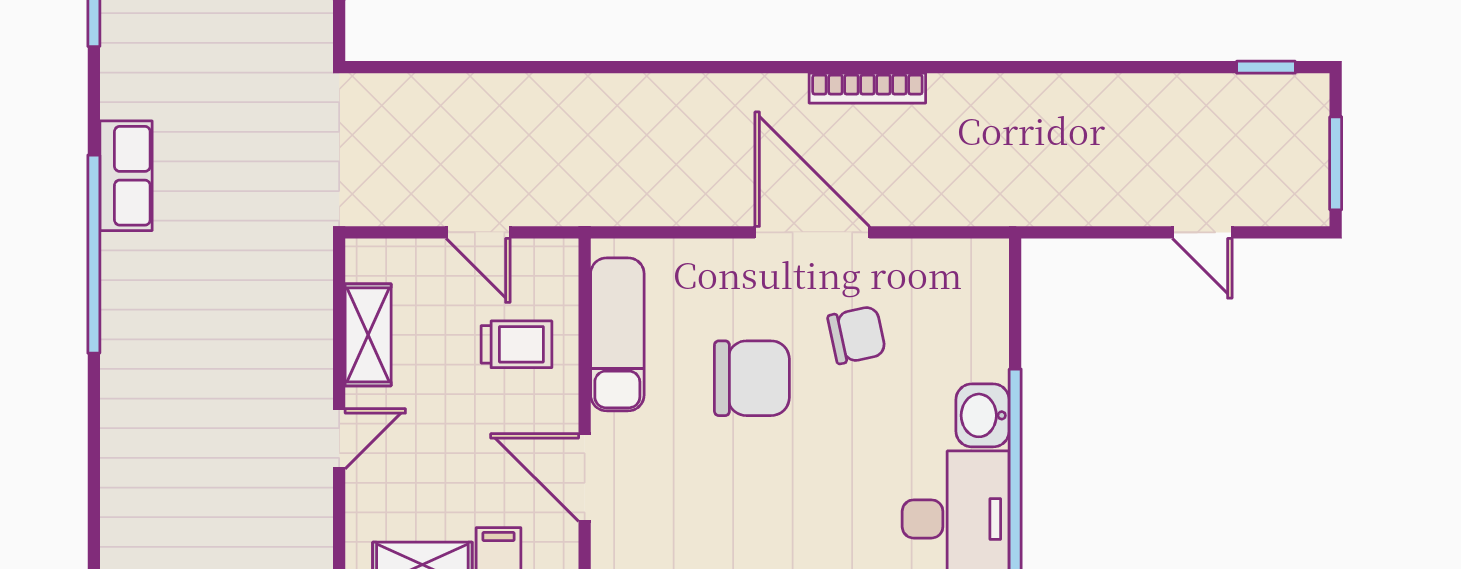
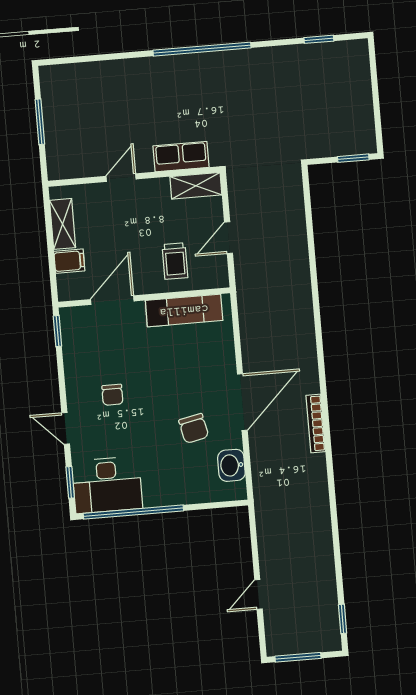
row of seats: (126, 176) -> (181, 157), moved, turned 180
shelving: (368, 335) -> (196, 186), moved
chair: (752, 378) -> (112, 395), moved, width x0.54, depth x0.54
washbasin: (982, 415) -> (231, 465), moved, turned -90
door: (339, 439) -> (121, 178), swing flipped

